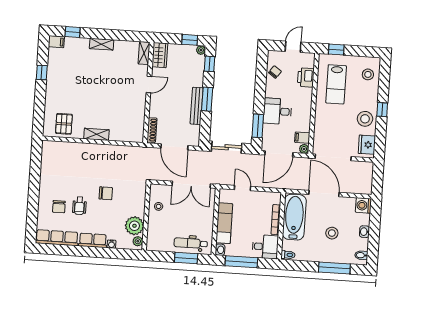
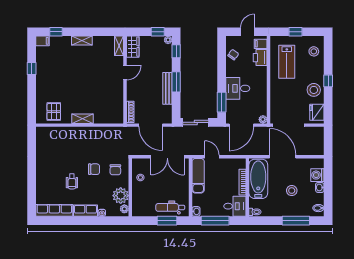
window: (336, 50) -> (295, 32), moved
filing cabinet: (302, 138) -> (261, 44), moved
washing machine: (363, 205) -> (317, 175), moved
chair: (59, 207) -> (115, 170), moved
exam couch: (224, 223) -> (198, 176), moved

